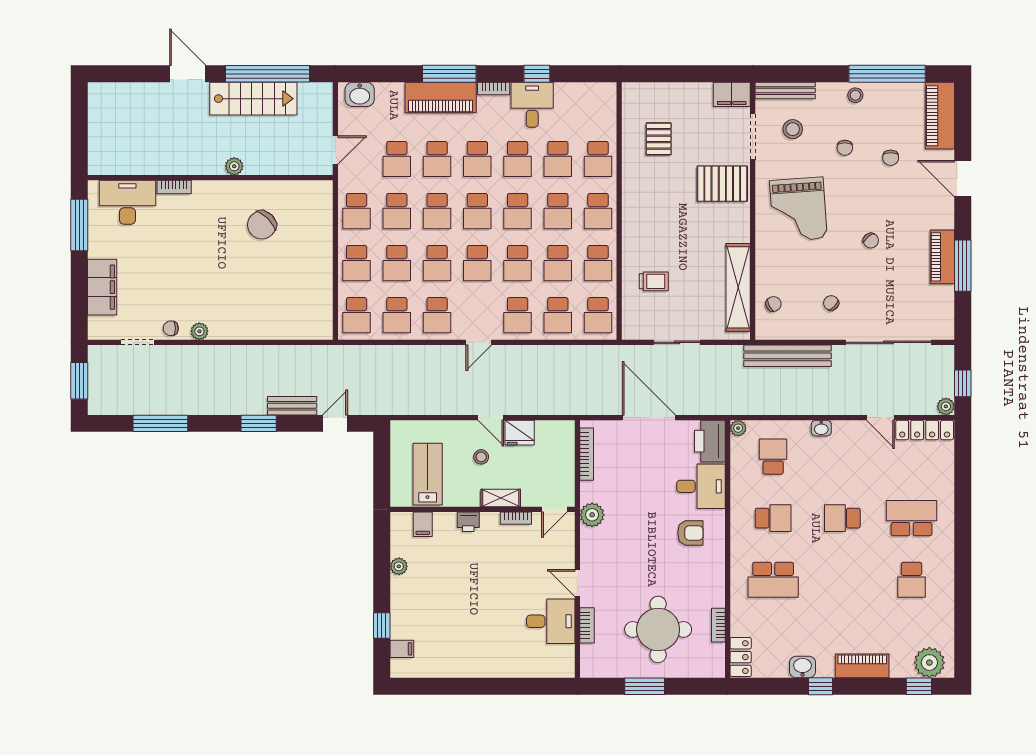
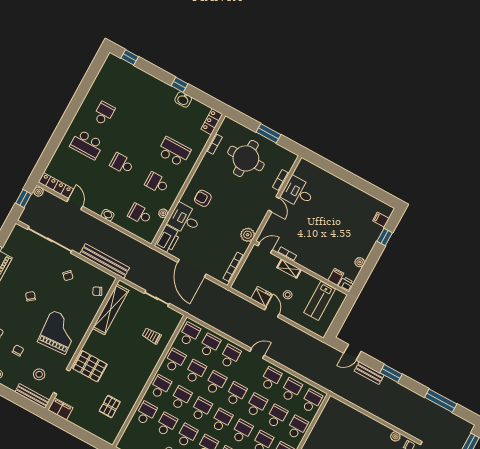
plant: (738, 428) -> (163, 213), moved
school desk: (773, 457) -> (140, 214), turned 90
school desk: (842, 518) -> (122, 164), turned 180
printer: (468, 522) -> (346, 284), moved
plant: (929, 663) -> (118, 67), removed
piano: (862, 666) -> (153, 83), removed

